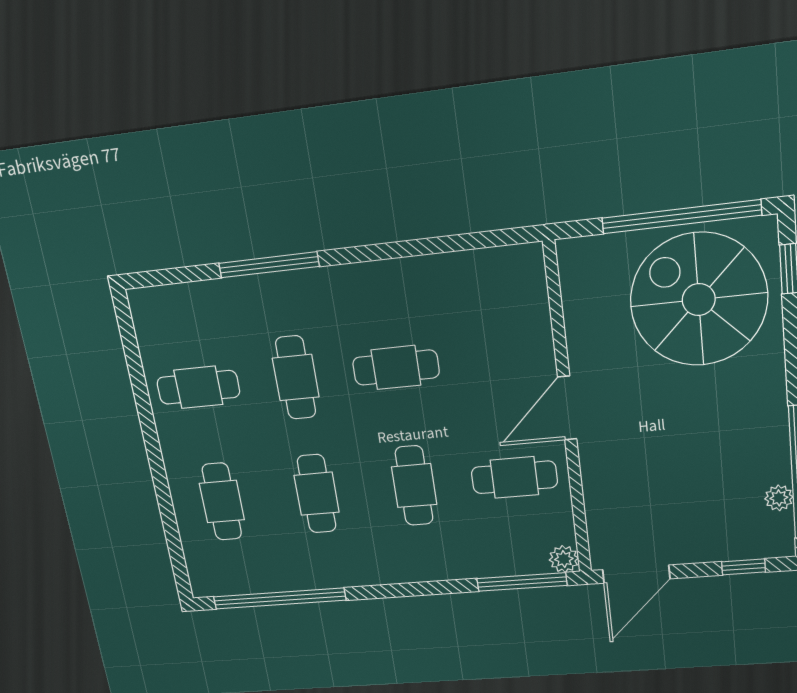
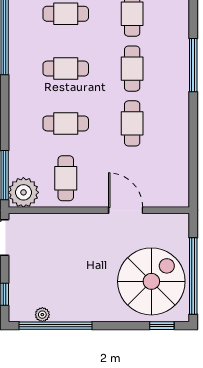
cafe table: (296, 378) -> (132, 69), turned 90
door: (567, 408) -> (126, 210), moved
plant: (564, 559) -> (23, 192), width x1.88, depth x1.88

